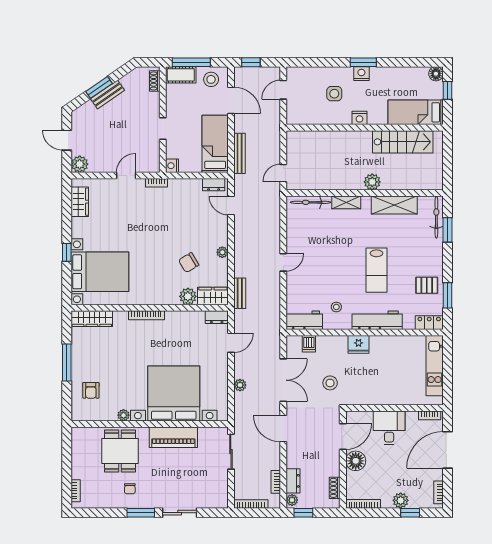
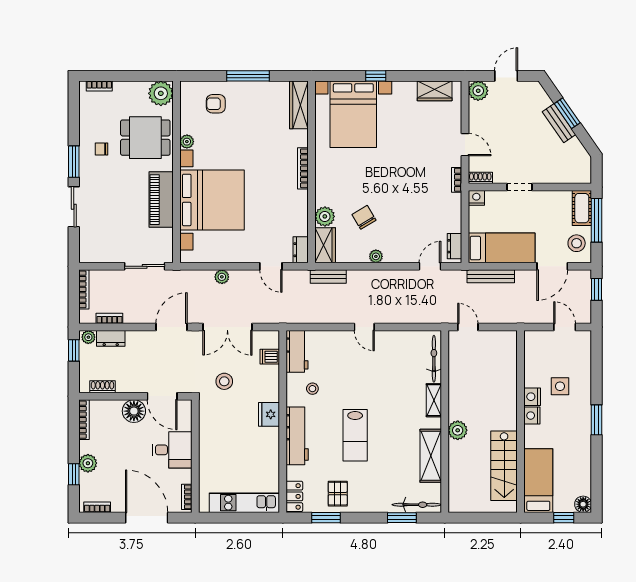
nightstand: (361, 74) -> (532, 397), moved, turned 180
shoe rack: (155, 81) -> (480, 178), moved
lab bench: (376, 270) -> (355, 435), turned -90
plant: (82, 438) -> (161, 93), added

